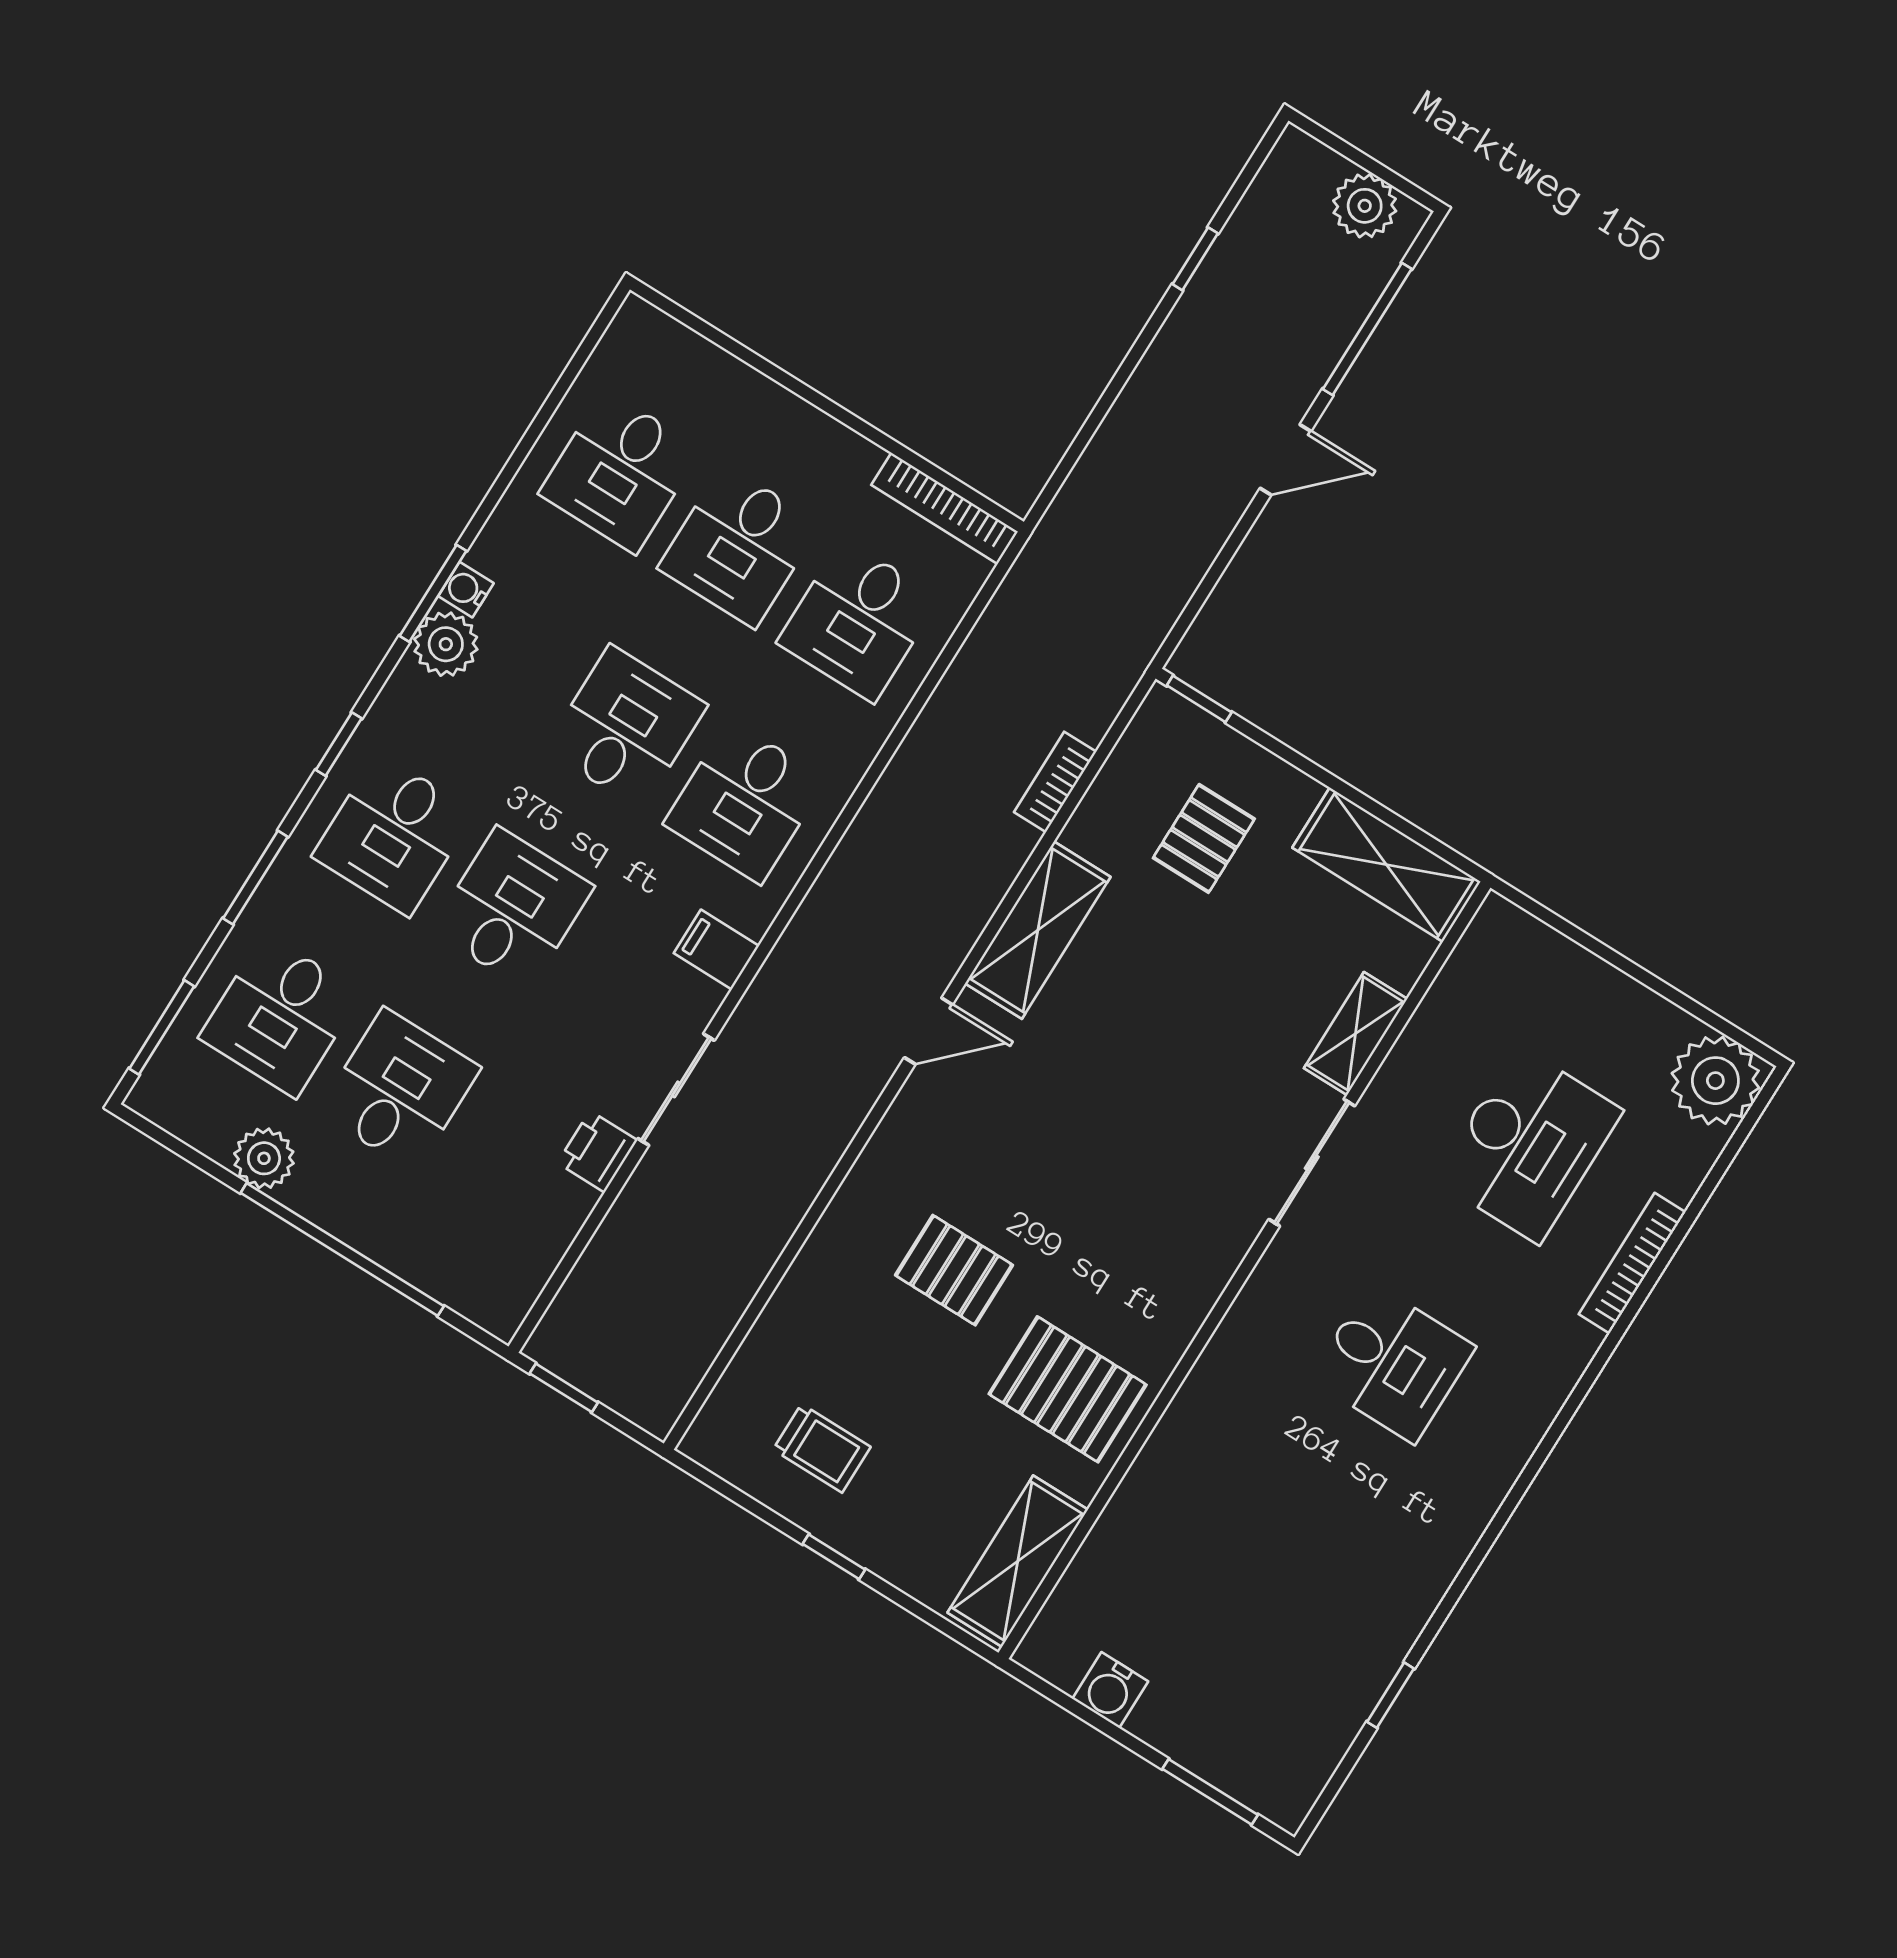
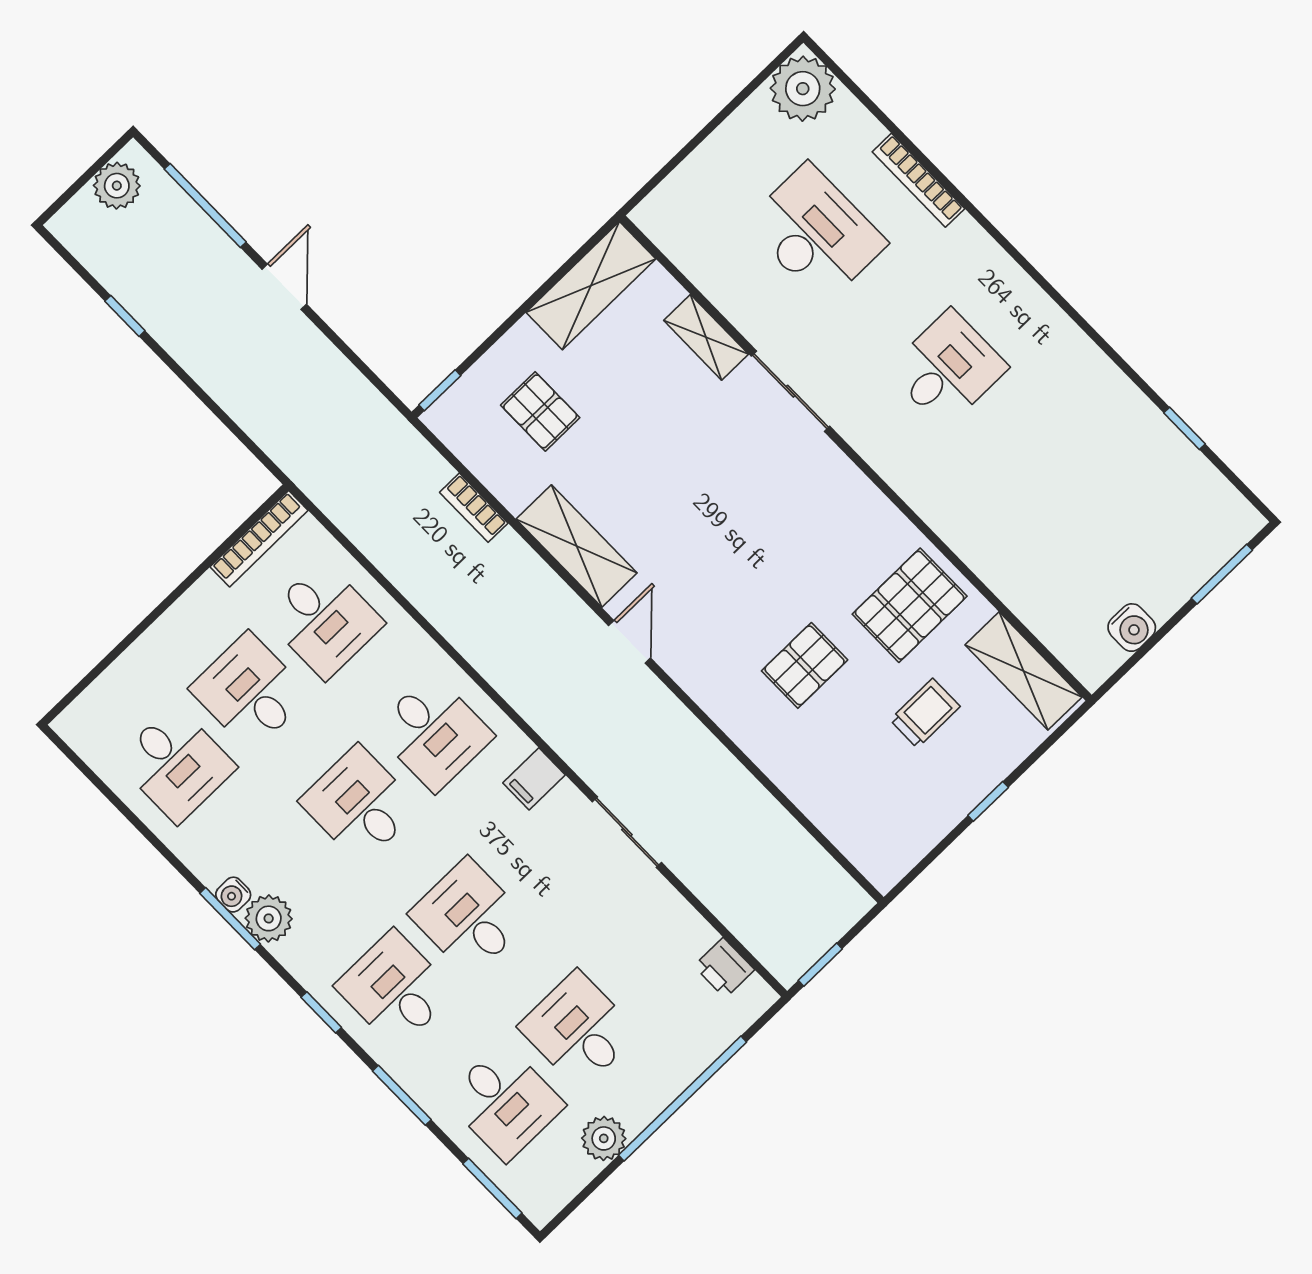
desk: (739, 546) -> (250, 692), turned 180
desk: (393, 834) -> (395, 989), turned 180
printer: (597, 1152) -> (724, 968), moved
trolley: (822, 1448) -> (925, 713), moved

